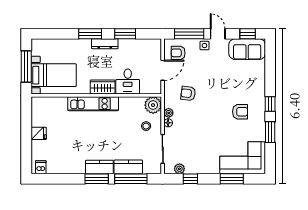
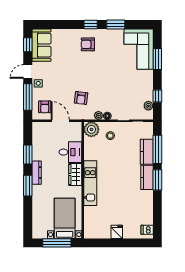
armchair: (240, 112) -> (88, 44), moved, turned -90

